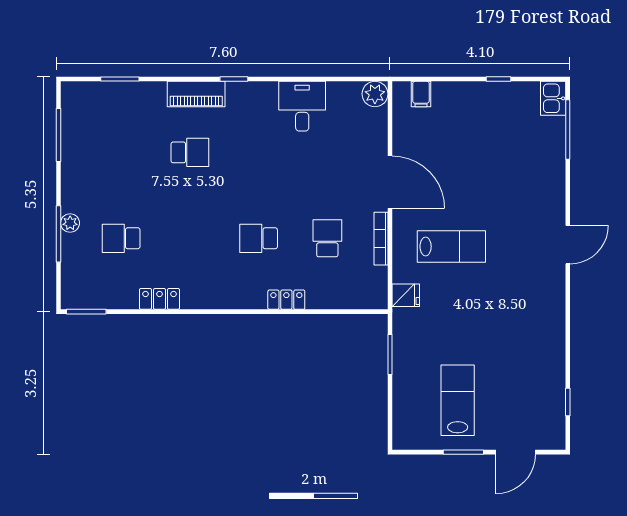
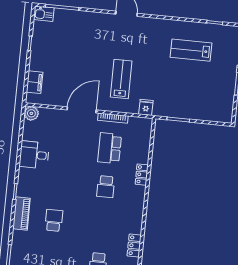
filing cabinet: (421, 94) -> (35, 82), width x2.00
school desk: (327, 238) -> (110, 148), width x1.85
lab bench: (458, 400) -> (191, 50), moved

